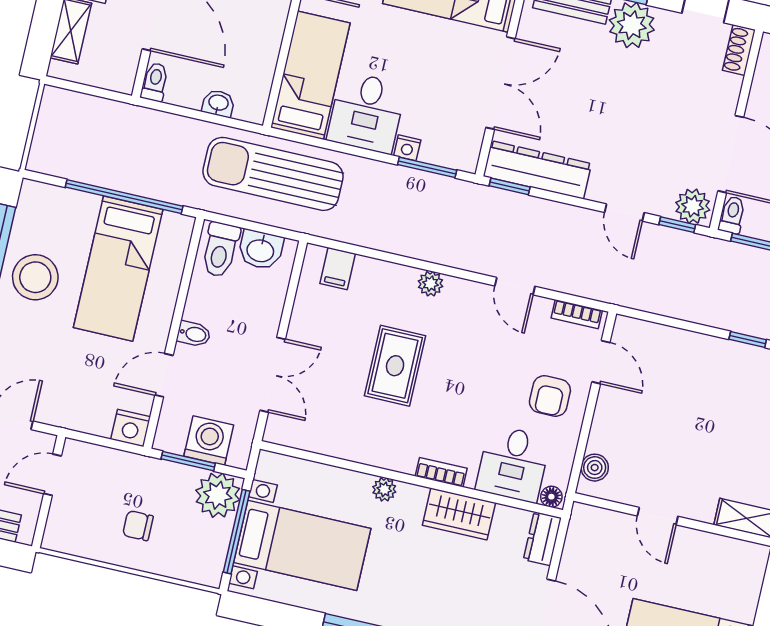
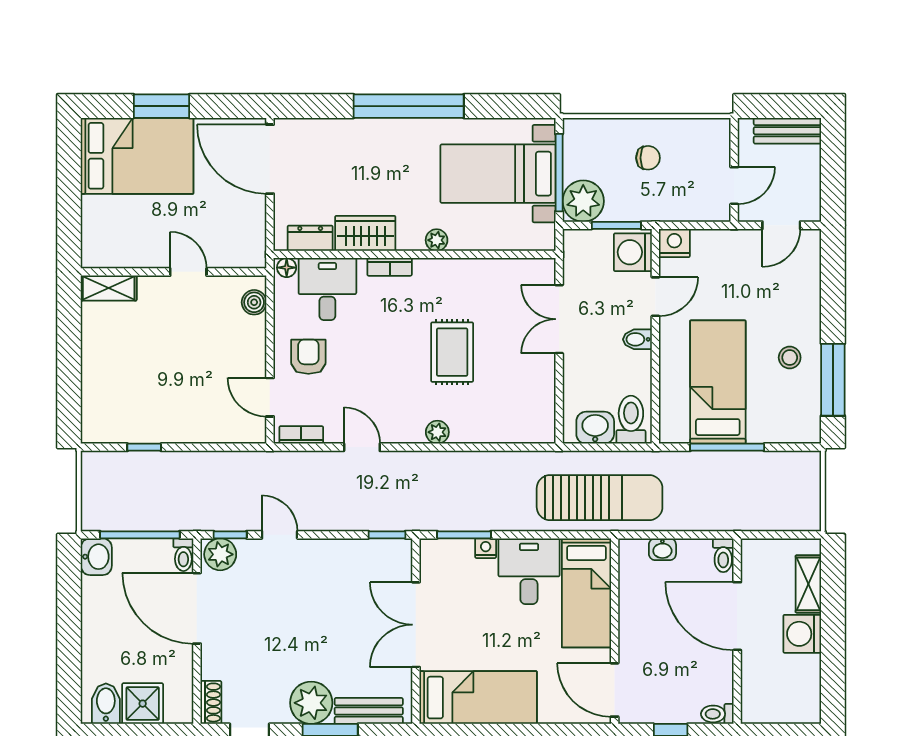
dresser: (537, 170) -> (366, 555), removed
window: (124, 197) -> (727, 447), width x0.68
filing cabinet: (338, 269) -> (523, 427), removed
stool: (35, 277) -> (790, 358), width x0.53, depth x0.53
washing machine: (209, 441) -> (633, 252), moved, turned 90
dresser: (542, 539) -> (310, 238), moved, turned -90

